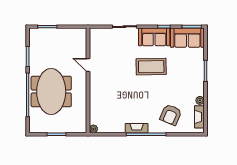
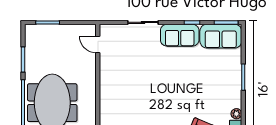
door: (88, 65) -> (98, 45), moved
coffee table: (151, 67) -> (176, 72), removed

